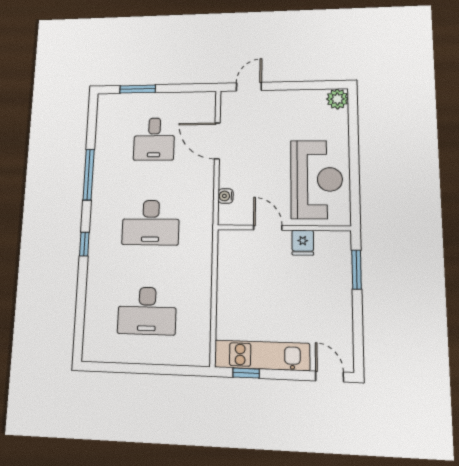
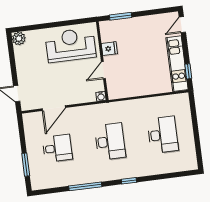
water cooler: (226, 196) -> (101, 96), moved

